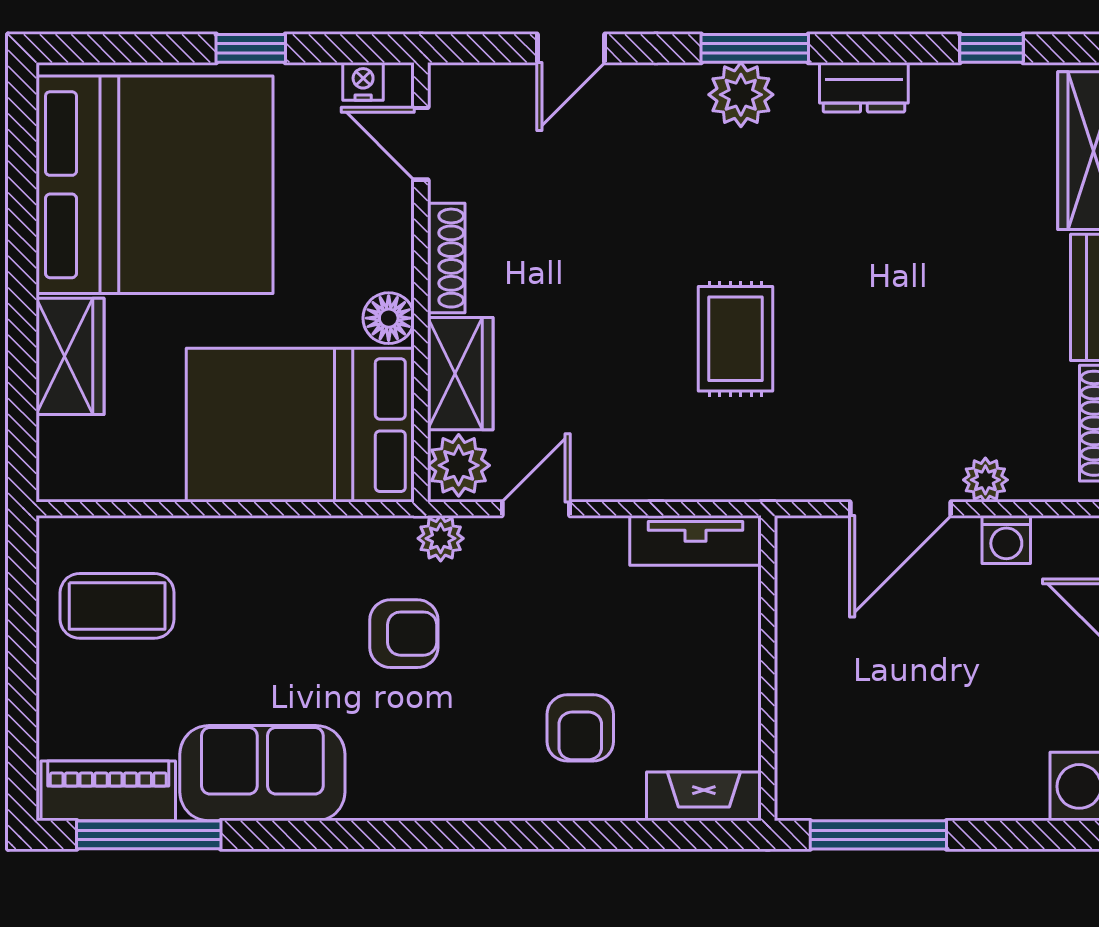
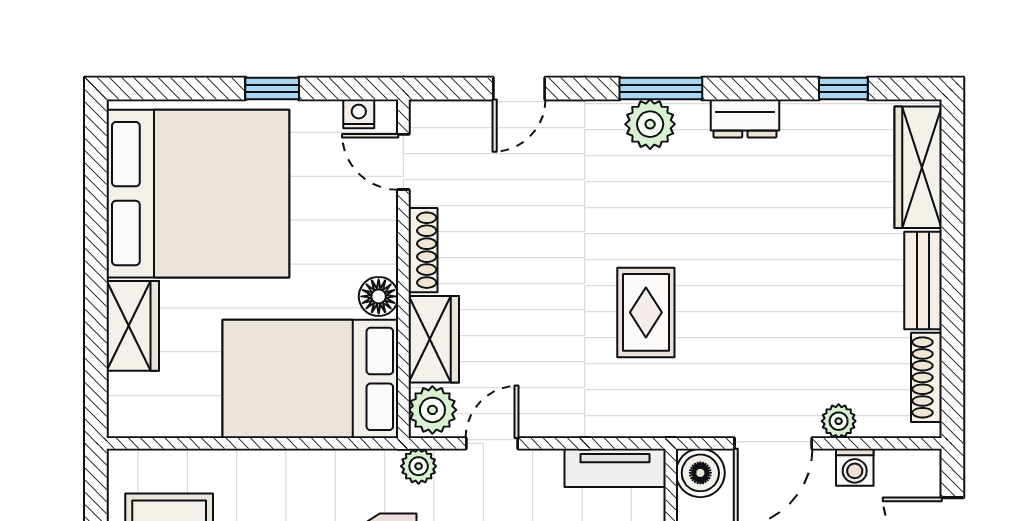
boiler: (806, 547) -> (700, 473), added

